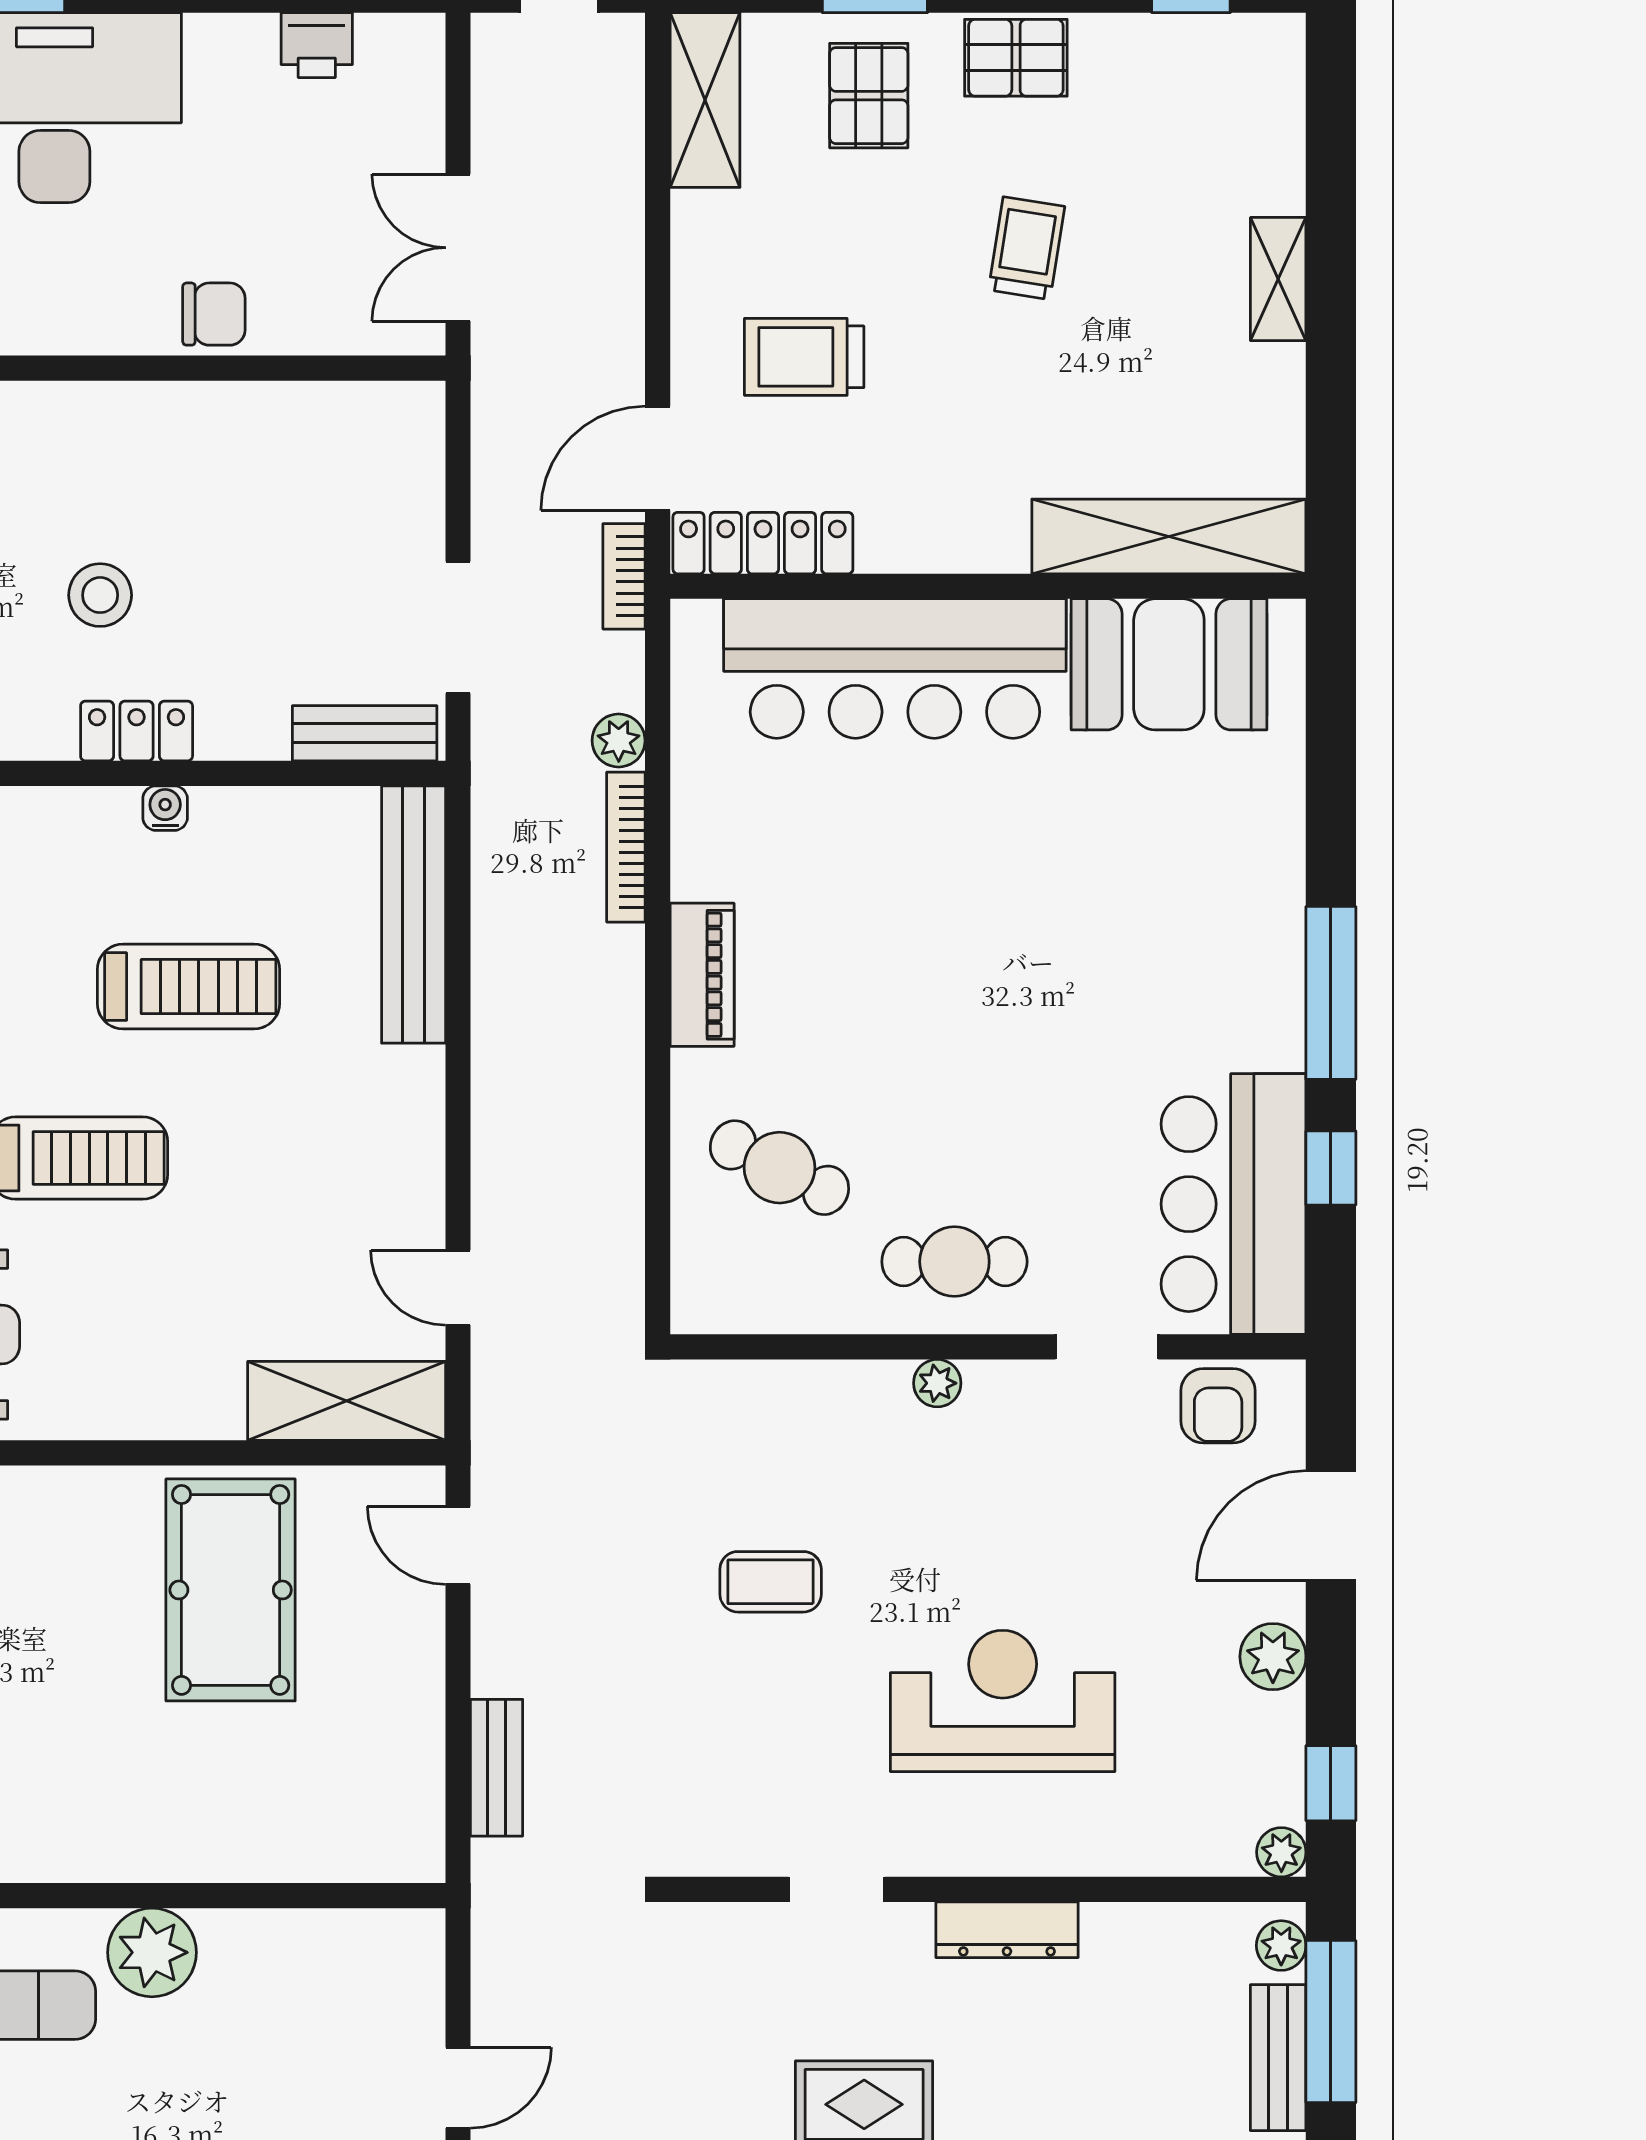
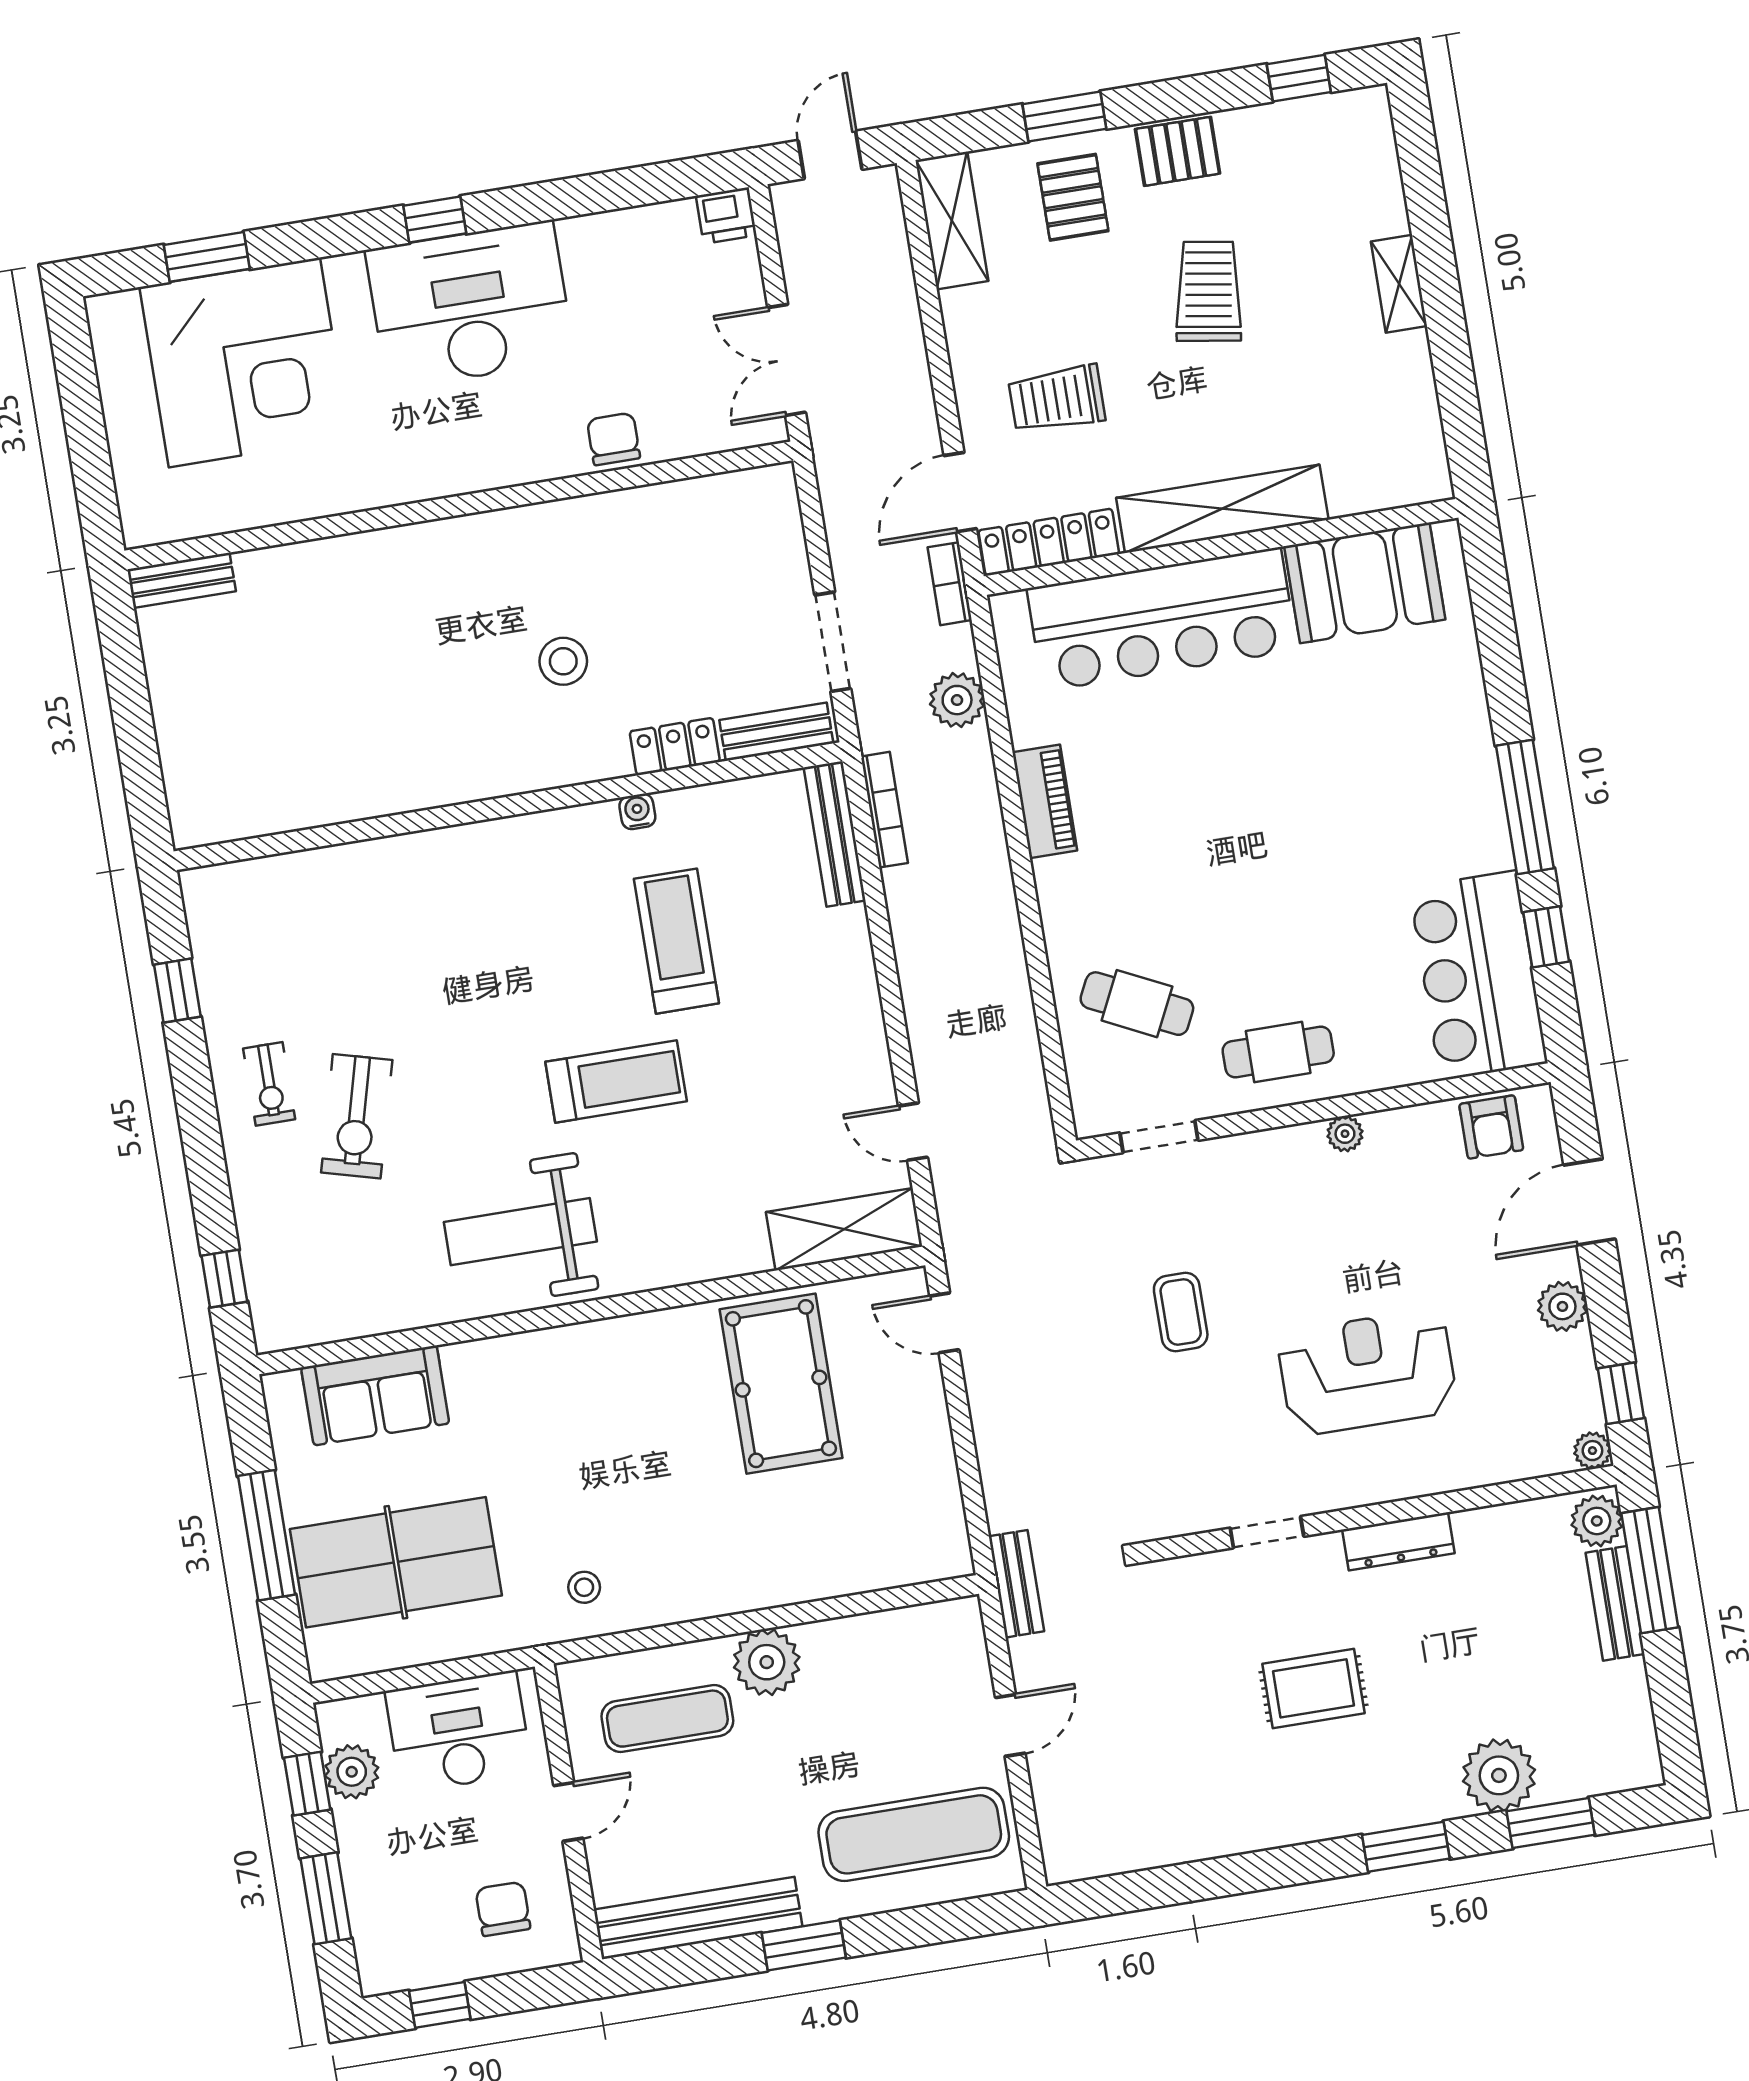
printer: (317, 45) -> (726, 216), moved
trolley: (1027, 248) -> (1209, 291), width x1.36, depth x1.39
chair: (214, 314) -> (614, 439), turned -90
shelving: (1169, 536) -> (1222, 509), moved
locker: (137, 731) -> (675, 747), moved
plant: (619, 741) -> (957, 700), width x1.38, depth x1.38
bookcase: (626, 847) -> (884, 810), moved, turned 180
bench: (414, 914) -> (835, 834), width x0.73, depth x0.82
piano: (702, 975) -> (1045, 801), moved
treadmill: (188, 987) -> (676, 941), turned -90
doorway: (1107, 1347) -> (1159, 1137), moved
plant: (937, 1383) -> (1345, 1134), moved
coffee table: (771, 1582) -> (1181, 1312), turned 90
bench: (497, 1768) -> (1016, 1584), moved
plant: (1281, 1946) -> (1597, 1521), width x1.38, depth x1.38

